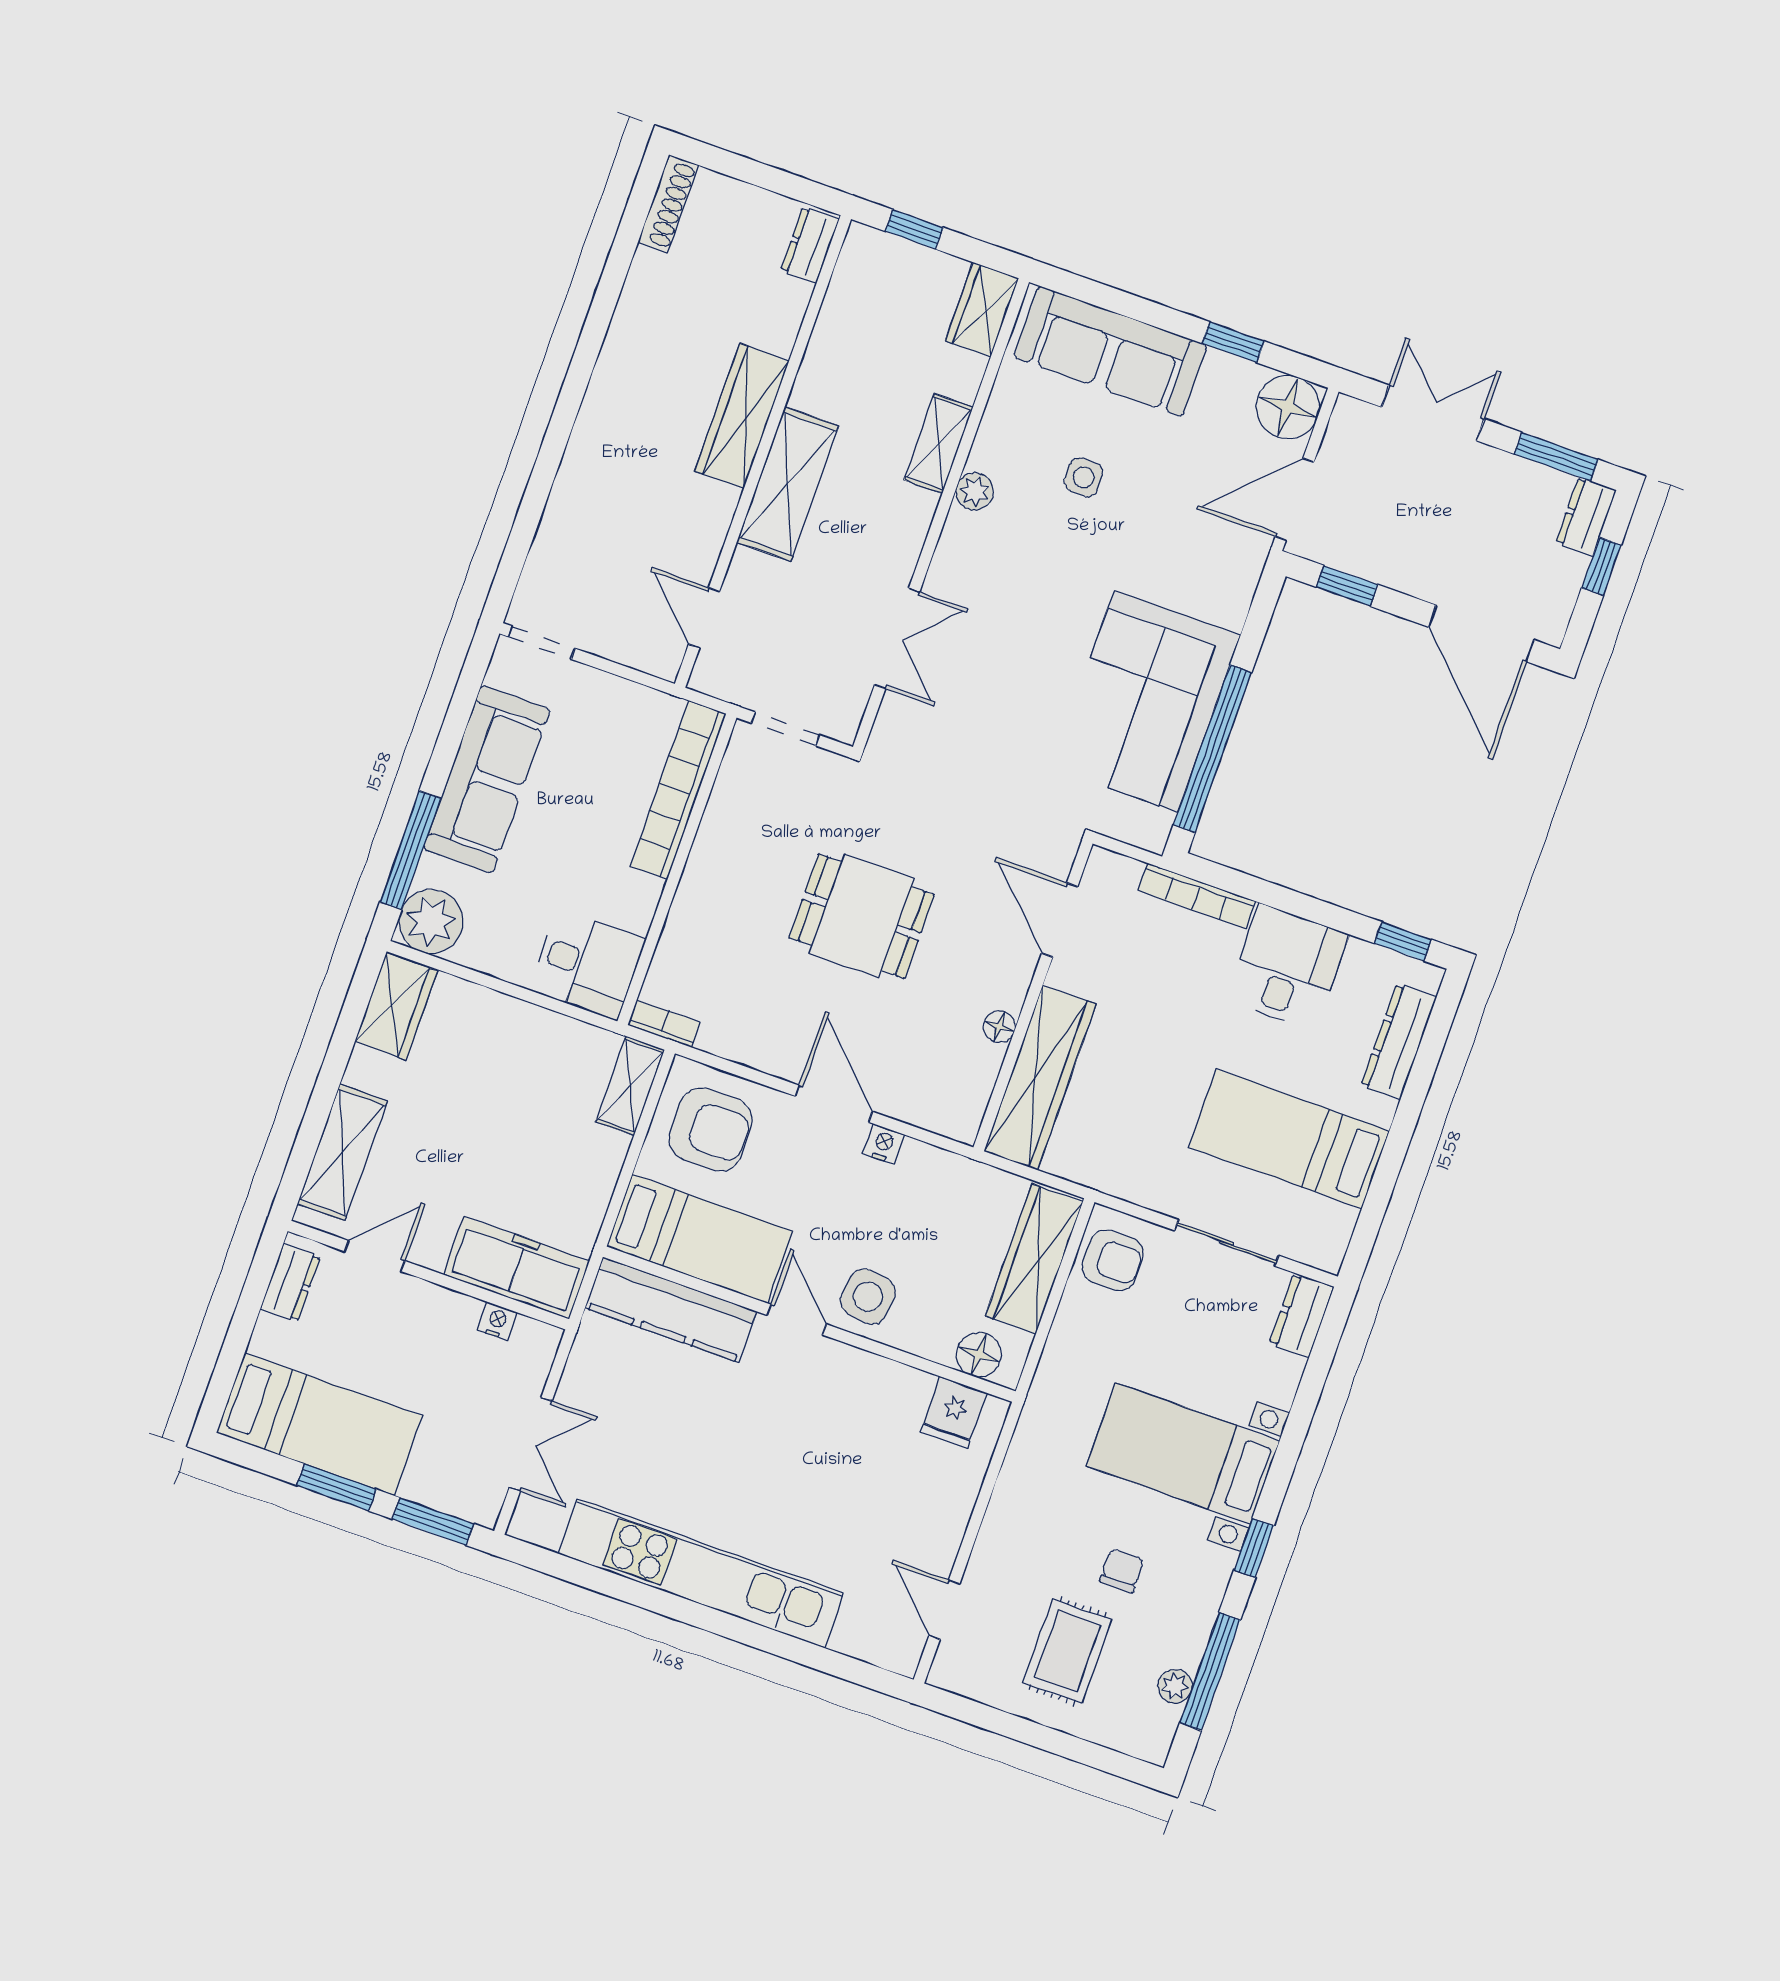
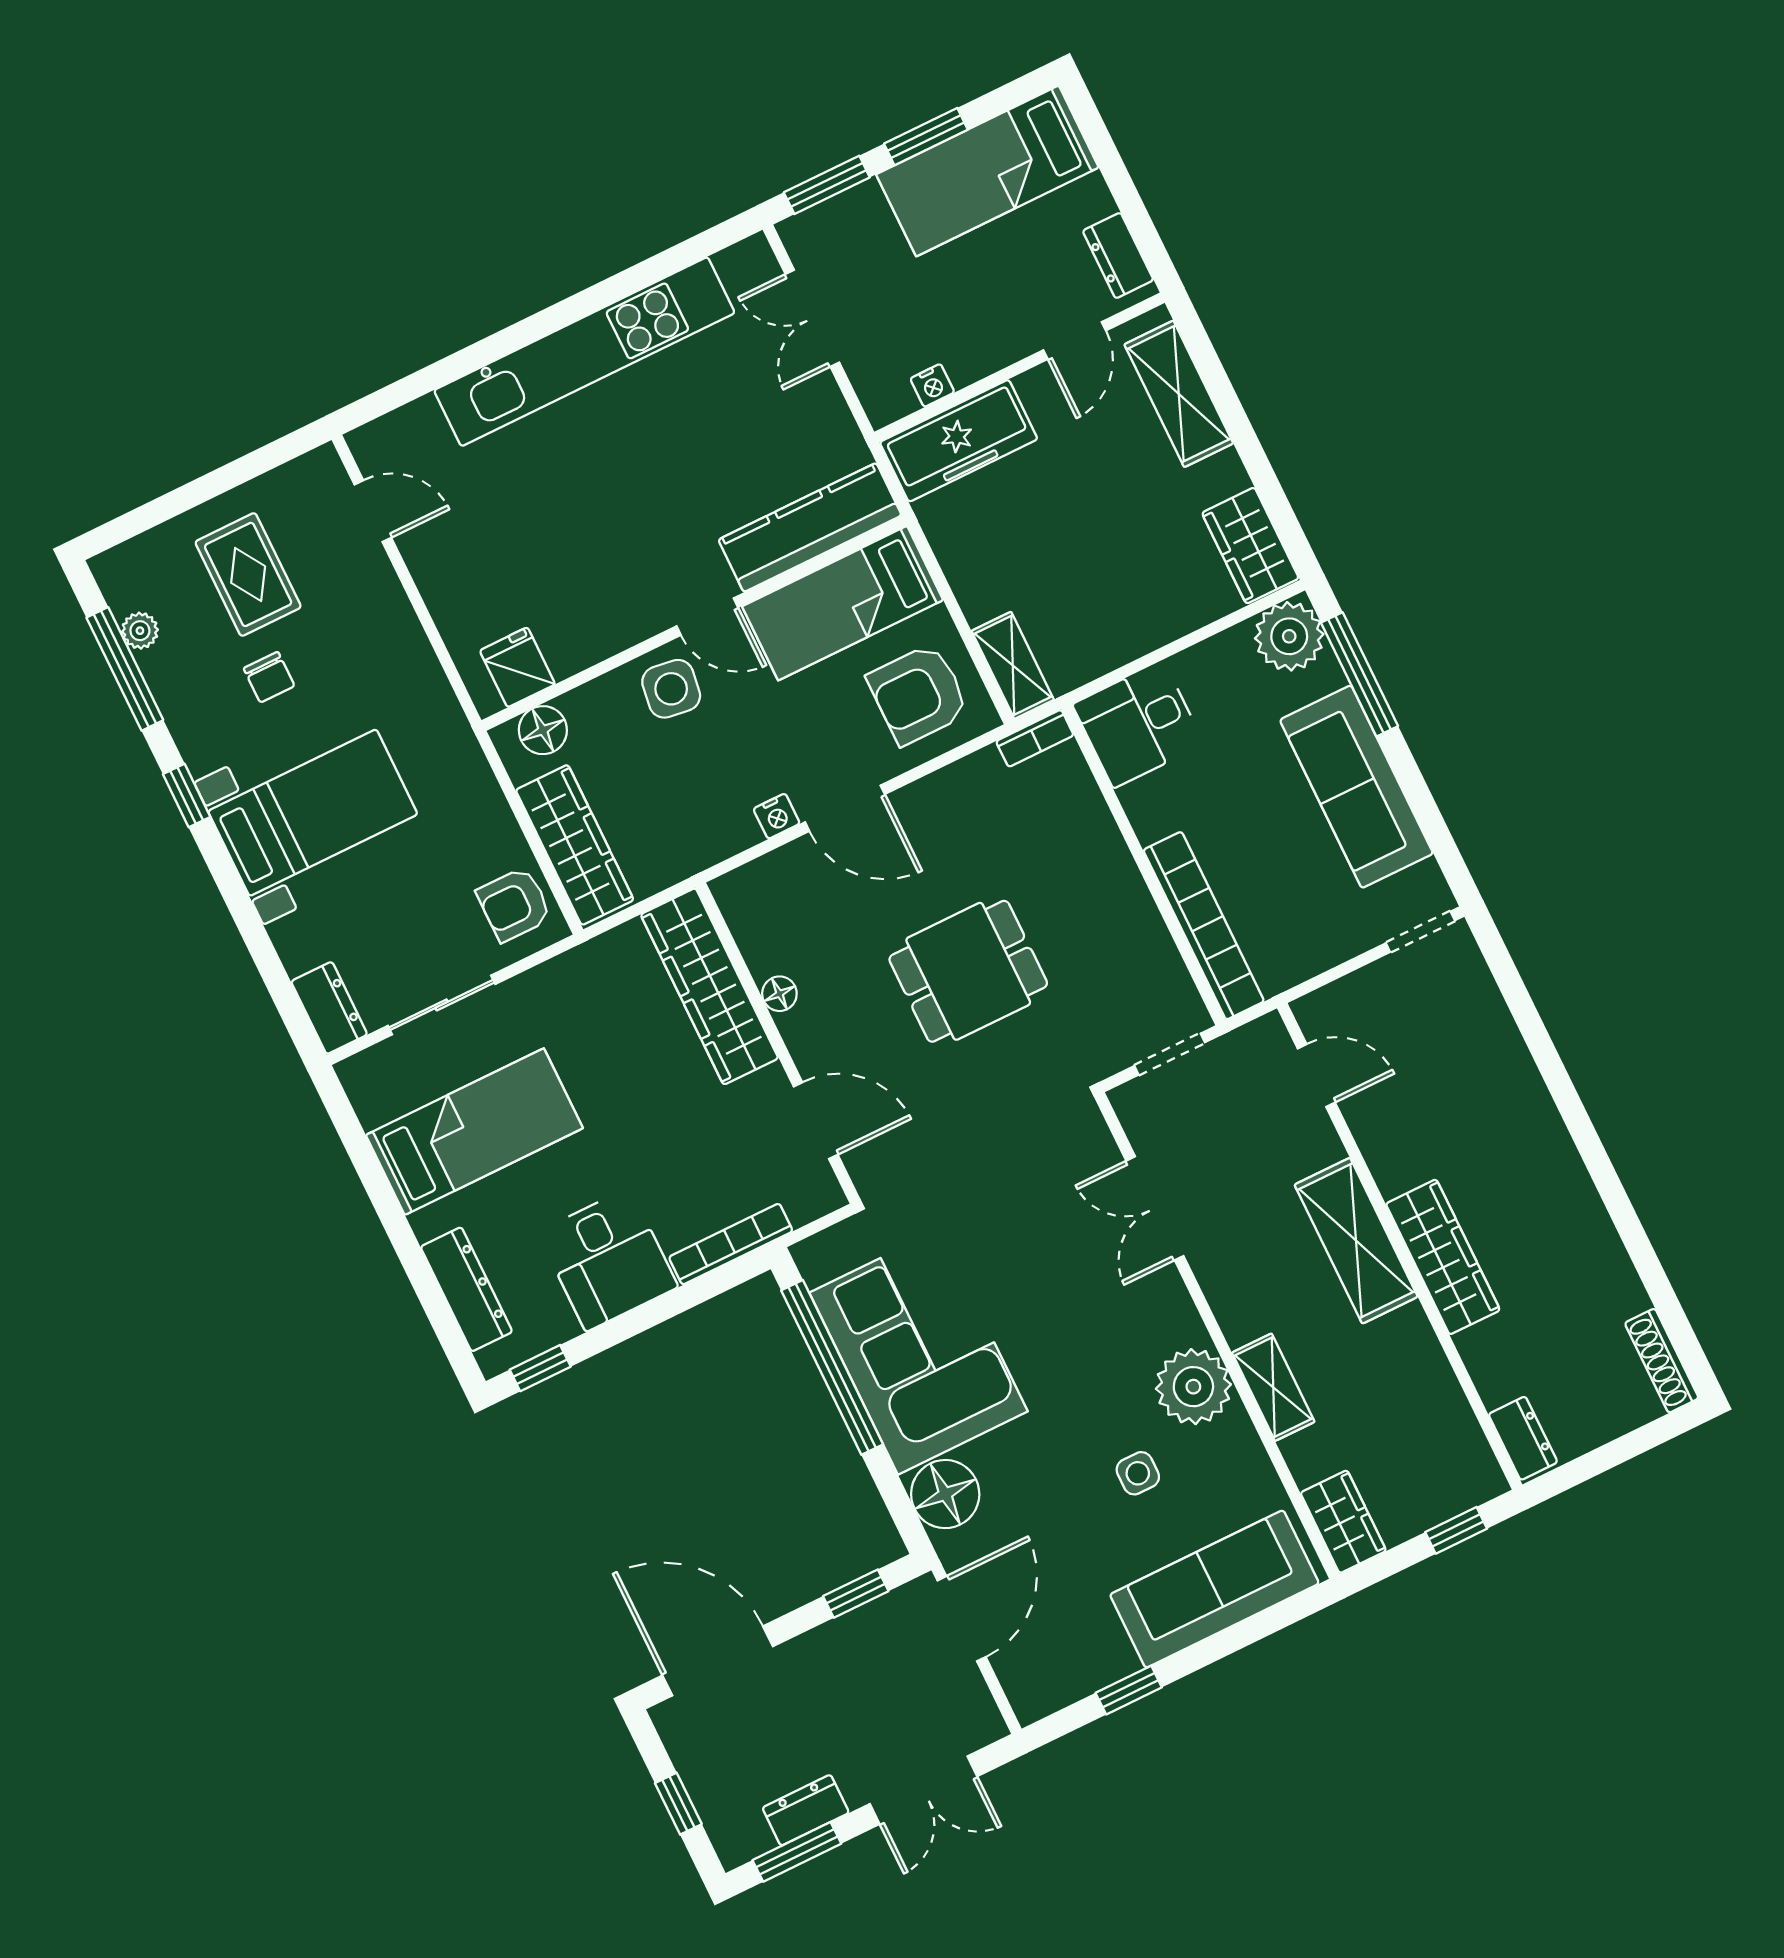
floor lamp: (1288, 407) -> (945, 1494), moved
plant: (975, 491) -> (1193, 1387), width x1.88, depth x1.88
dresser: (1586, 517) -> (806, 1810), moved, turned -90

